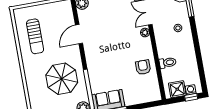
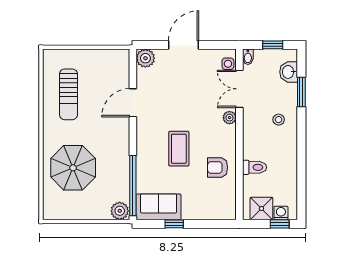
coffee table: (115, 59) -> (179, 149), added
armchair: (143, 67) -> (218, 167), turned -90
parasol: (62, 79) -> (73, 168), moved

